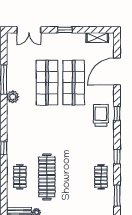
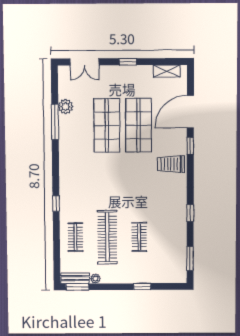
plant: (13, 97) -> (66, 107), moved
window: (117, 114) -> (190, 146), moved
trolley: (101, 115) -> (171, 164), turned -90
clothes rail: (101, 177) -> (139, 237), moved

